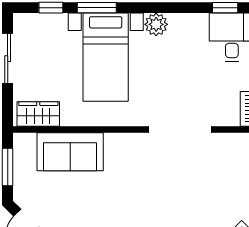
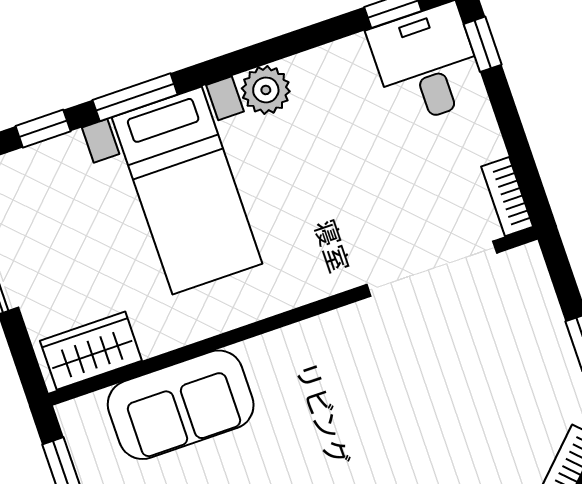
doorway: (180, 129) -> (432, 269), moved

